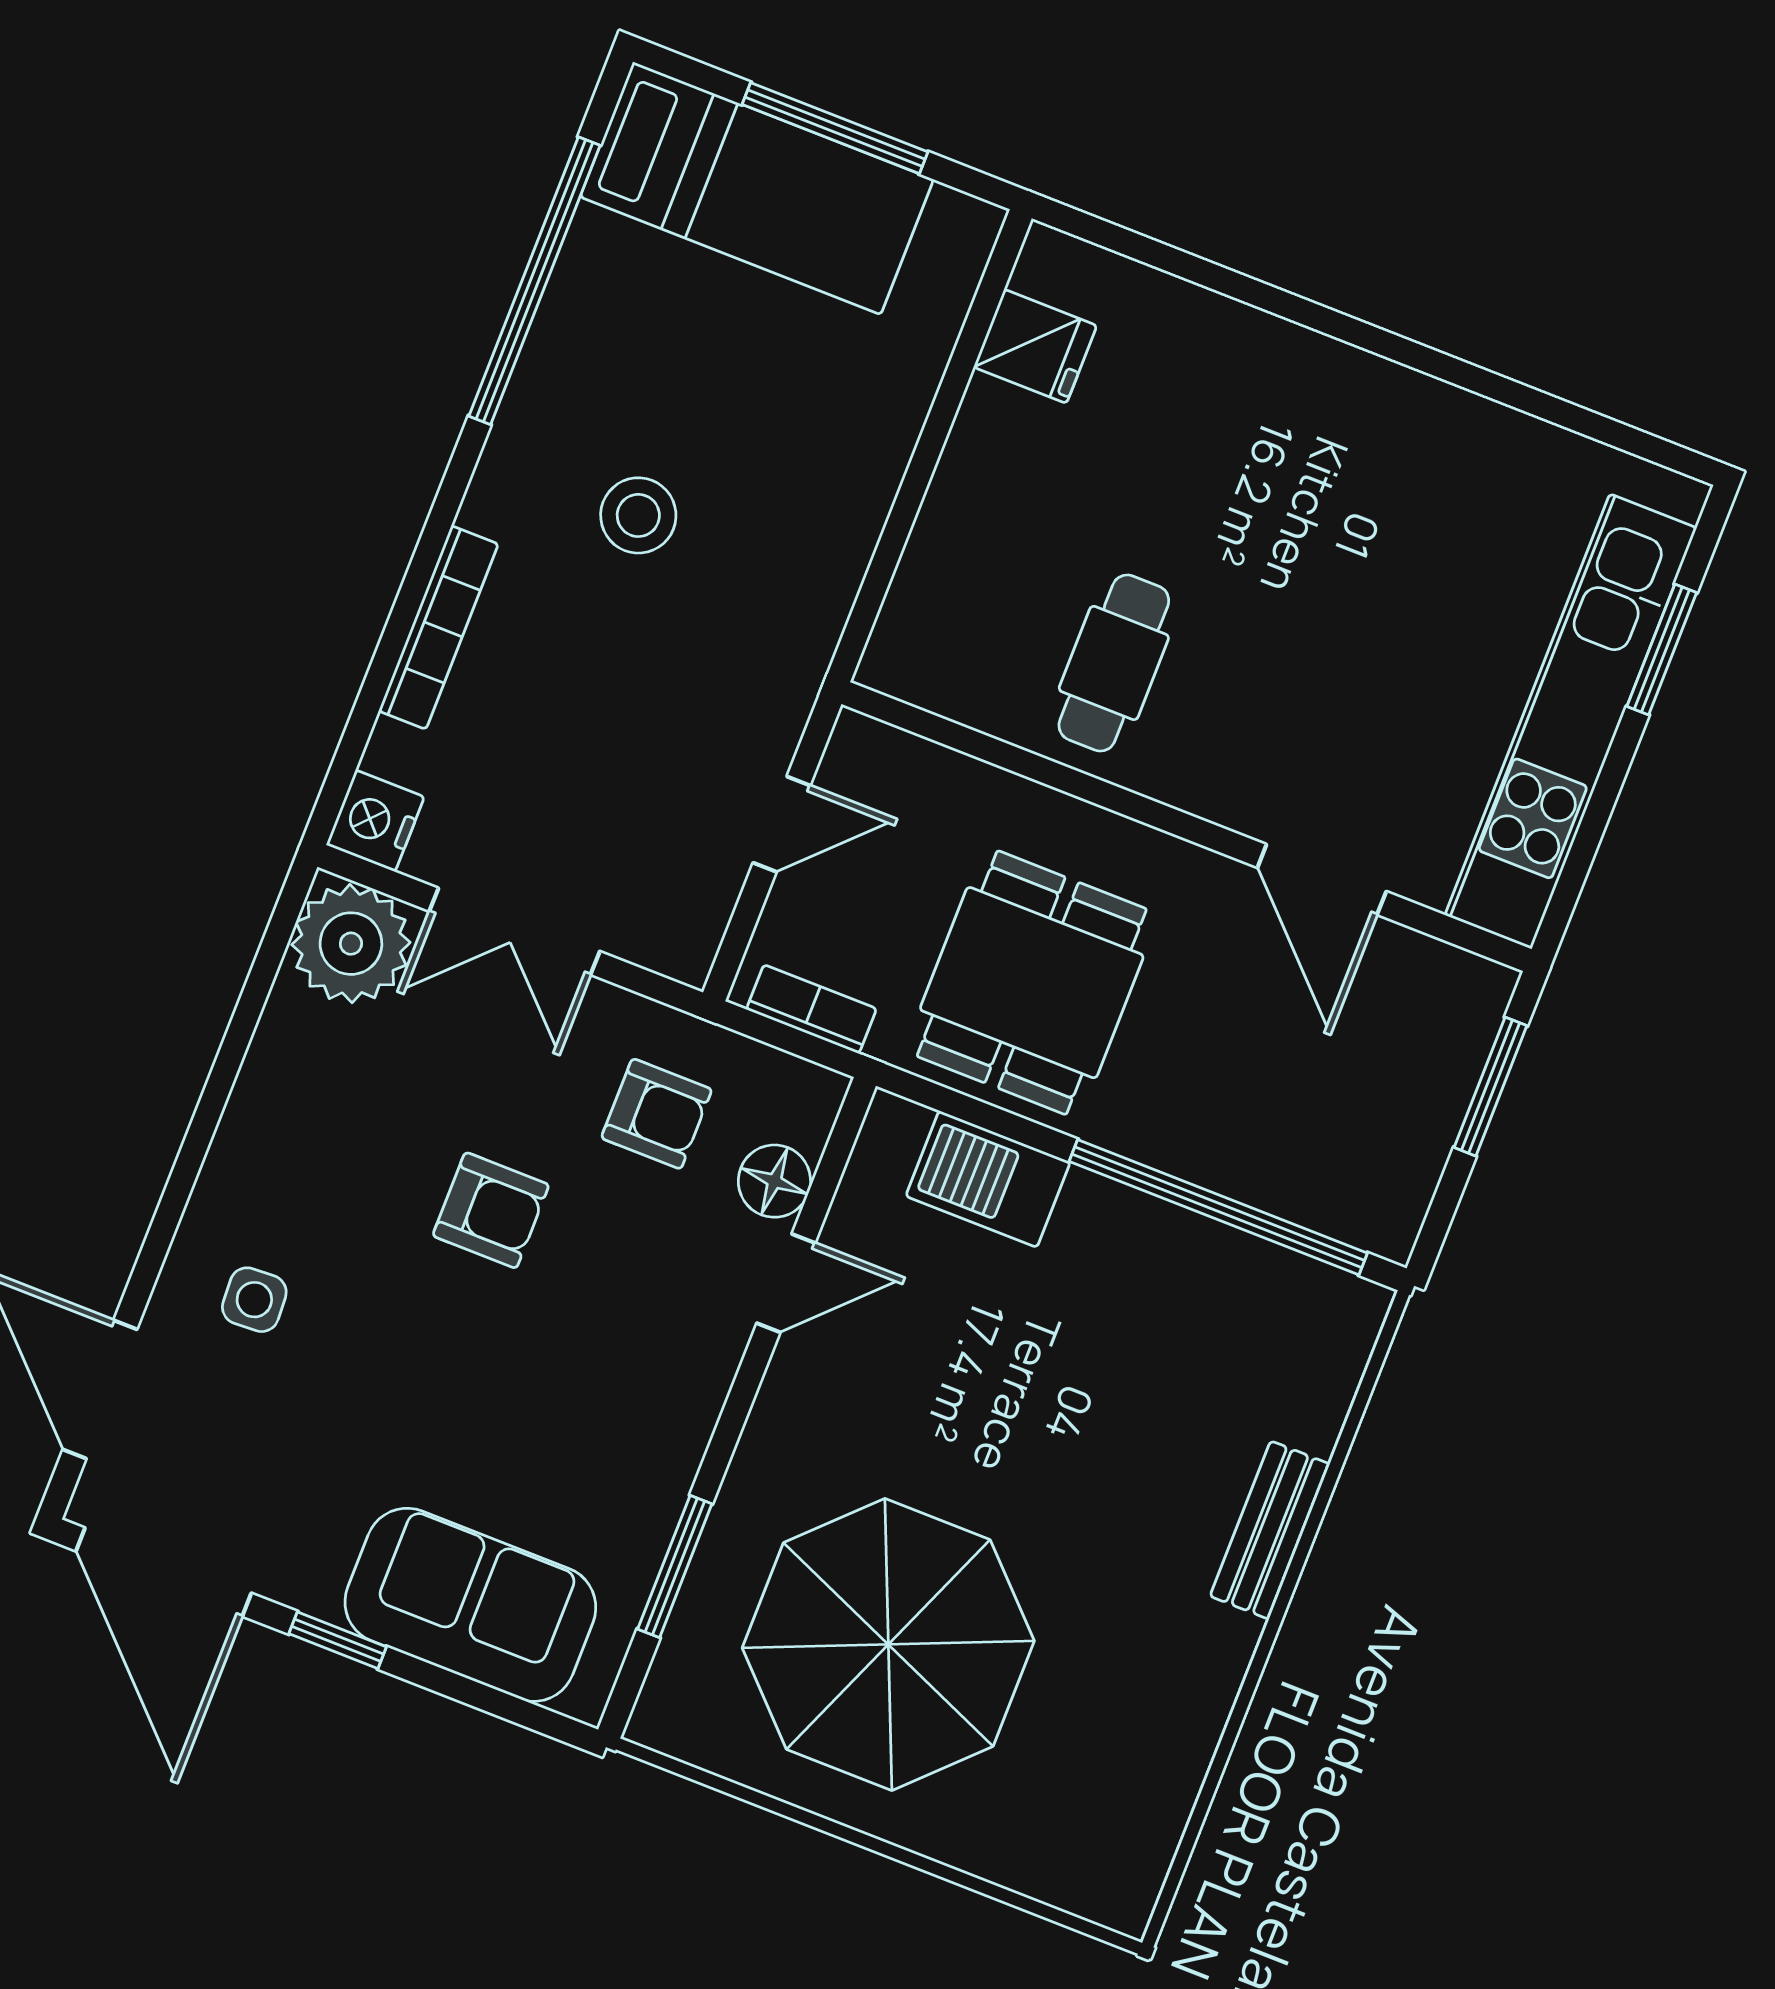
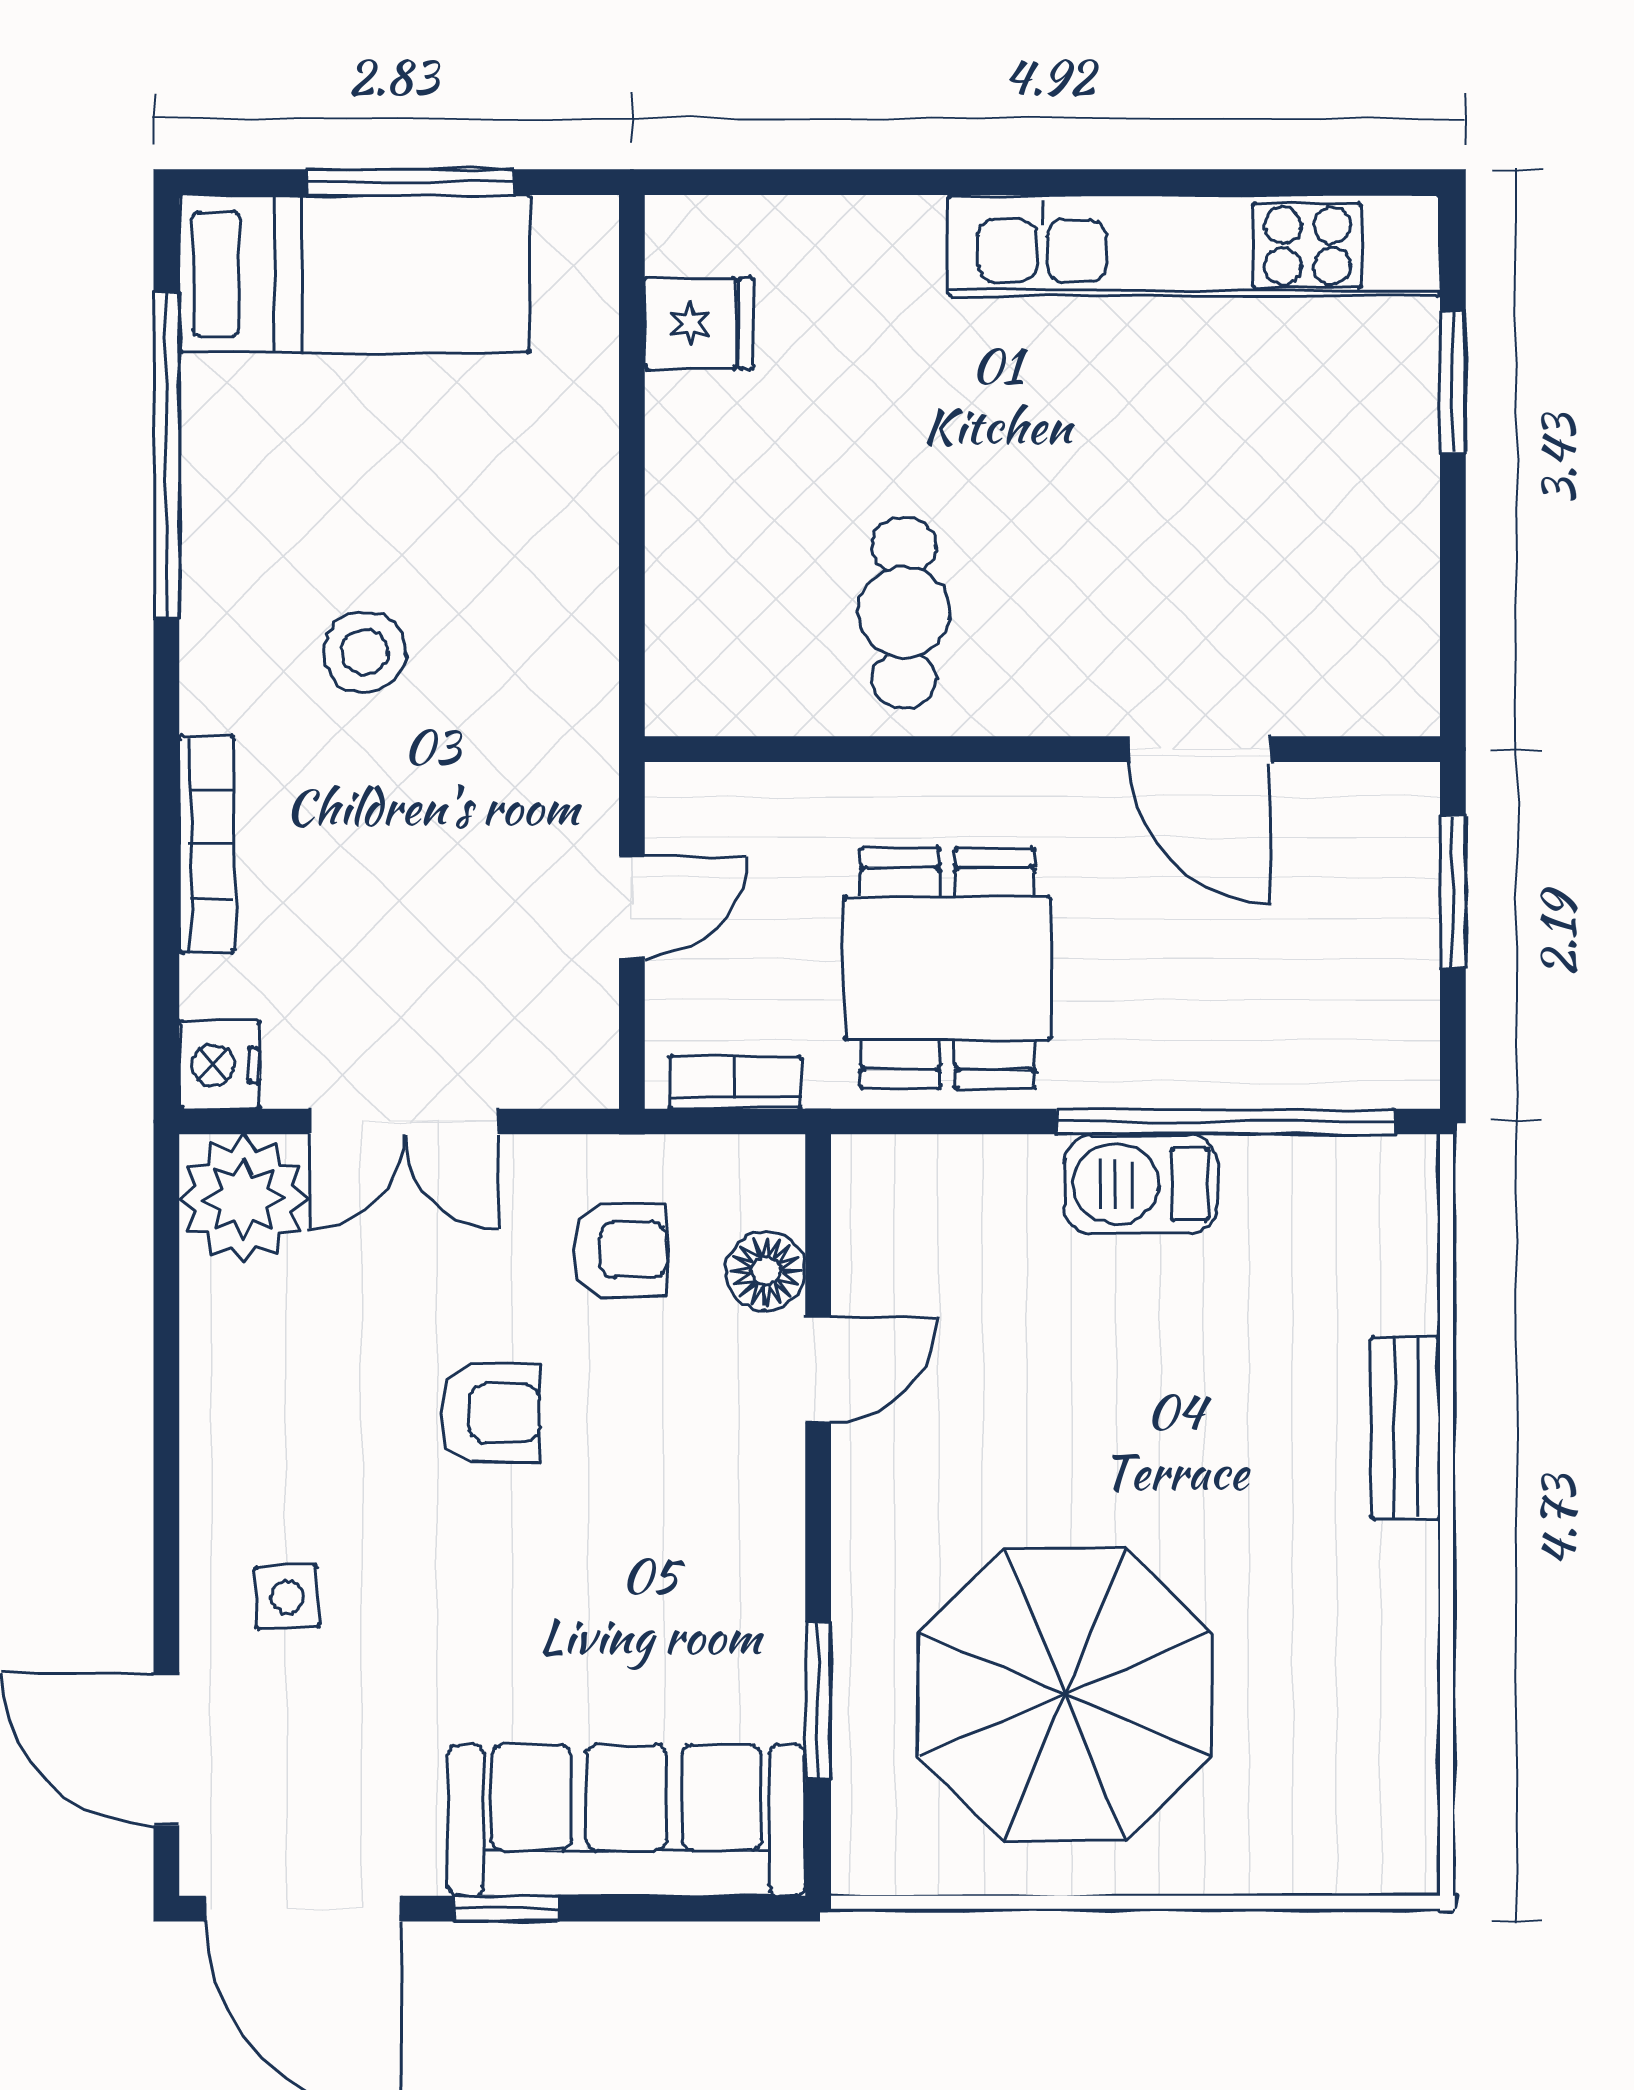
kitchen unit: (1571, 721) -> (1194, 246), moved, turned -90
barbecue: (988, 1179) -> (1141, 1184), moved
sofa: (470, 1605) -> (627, 1820), width x1.36

